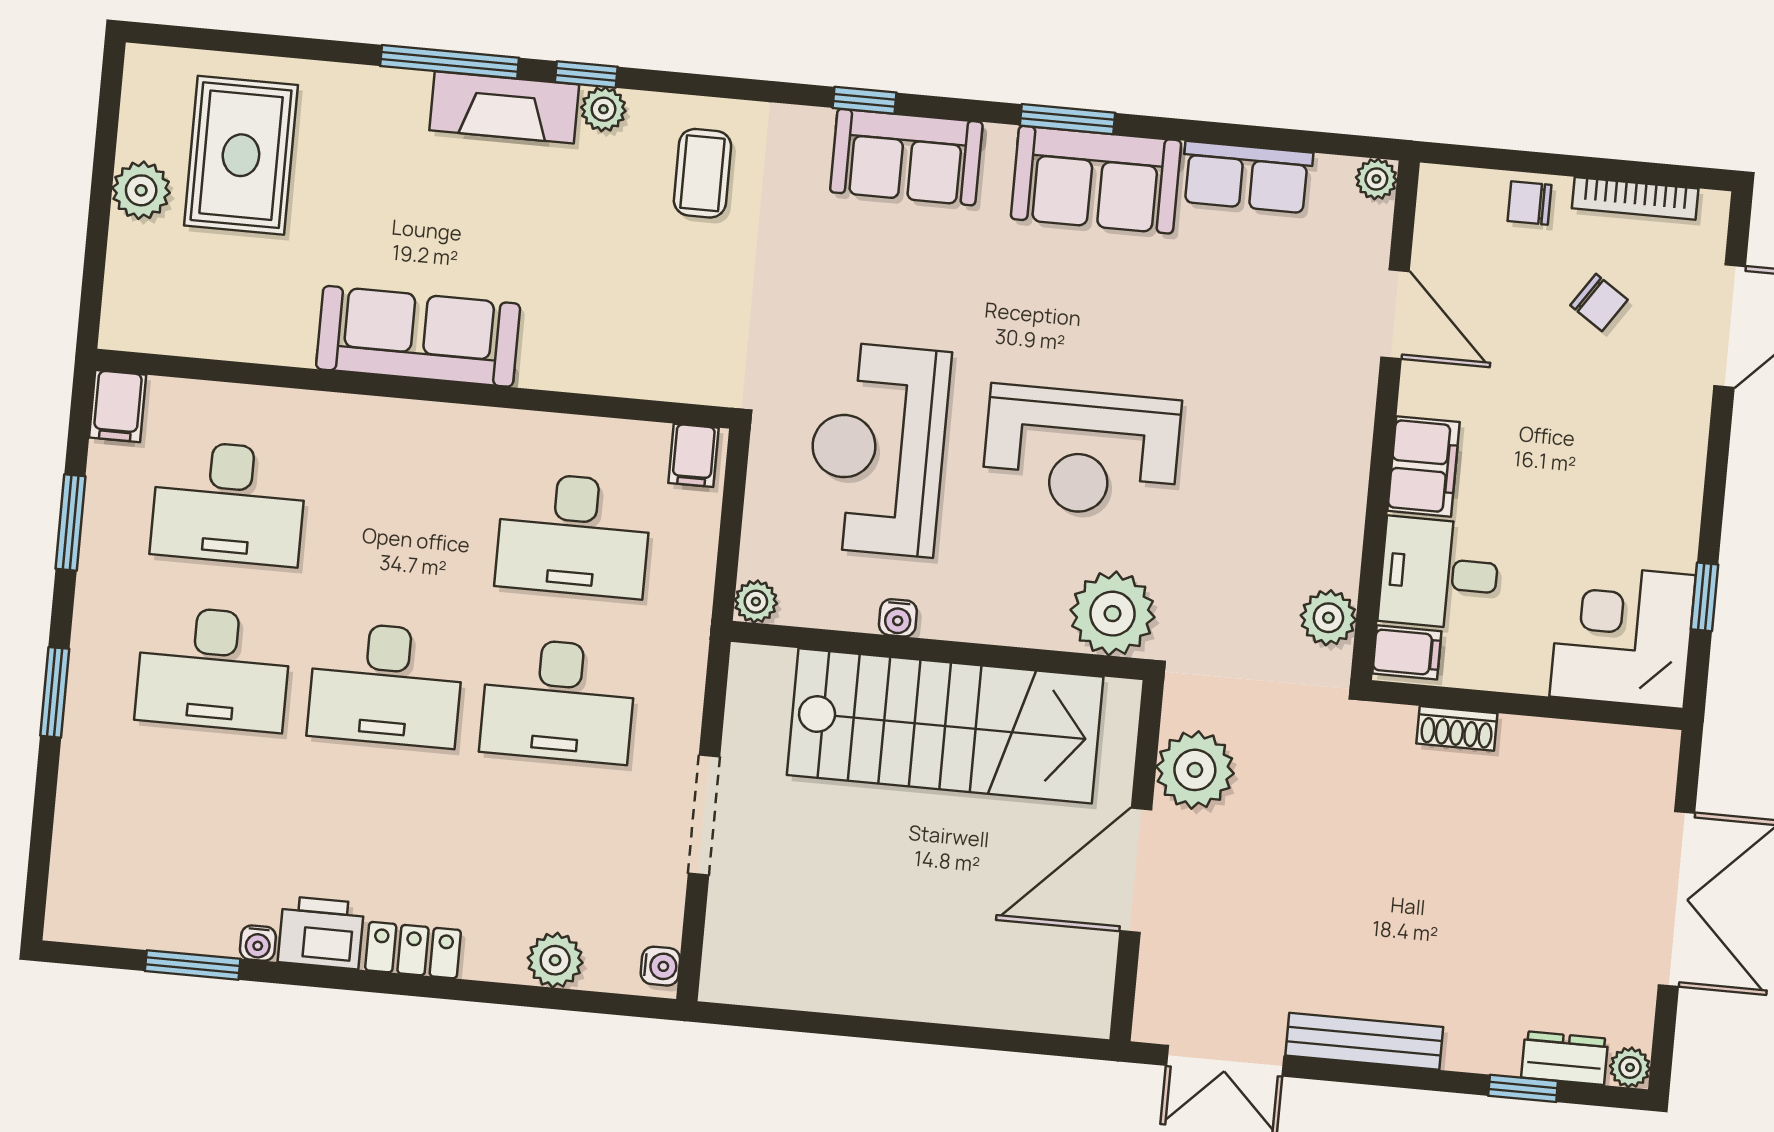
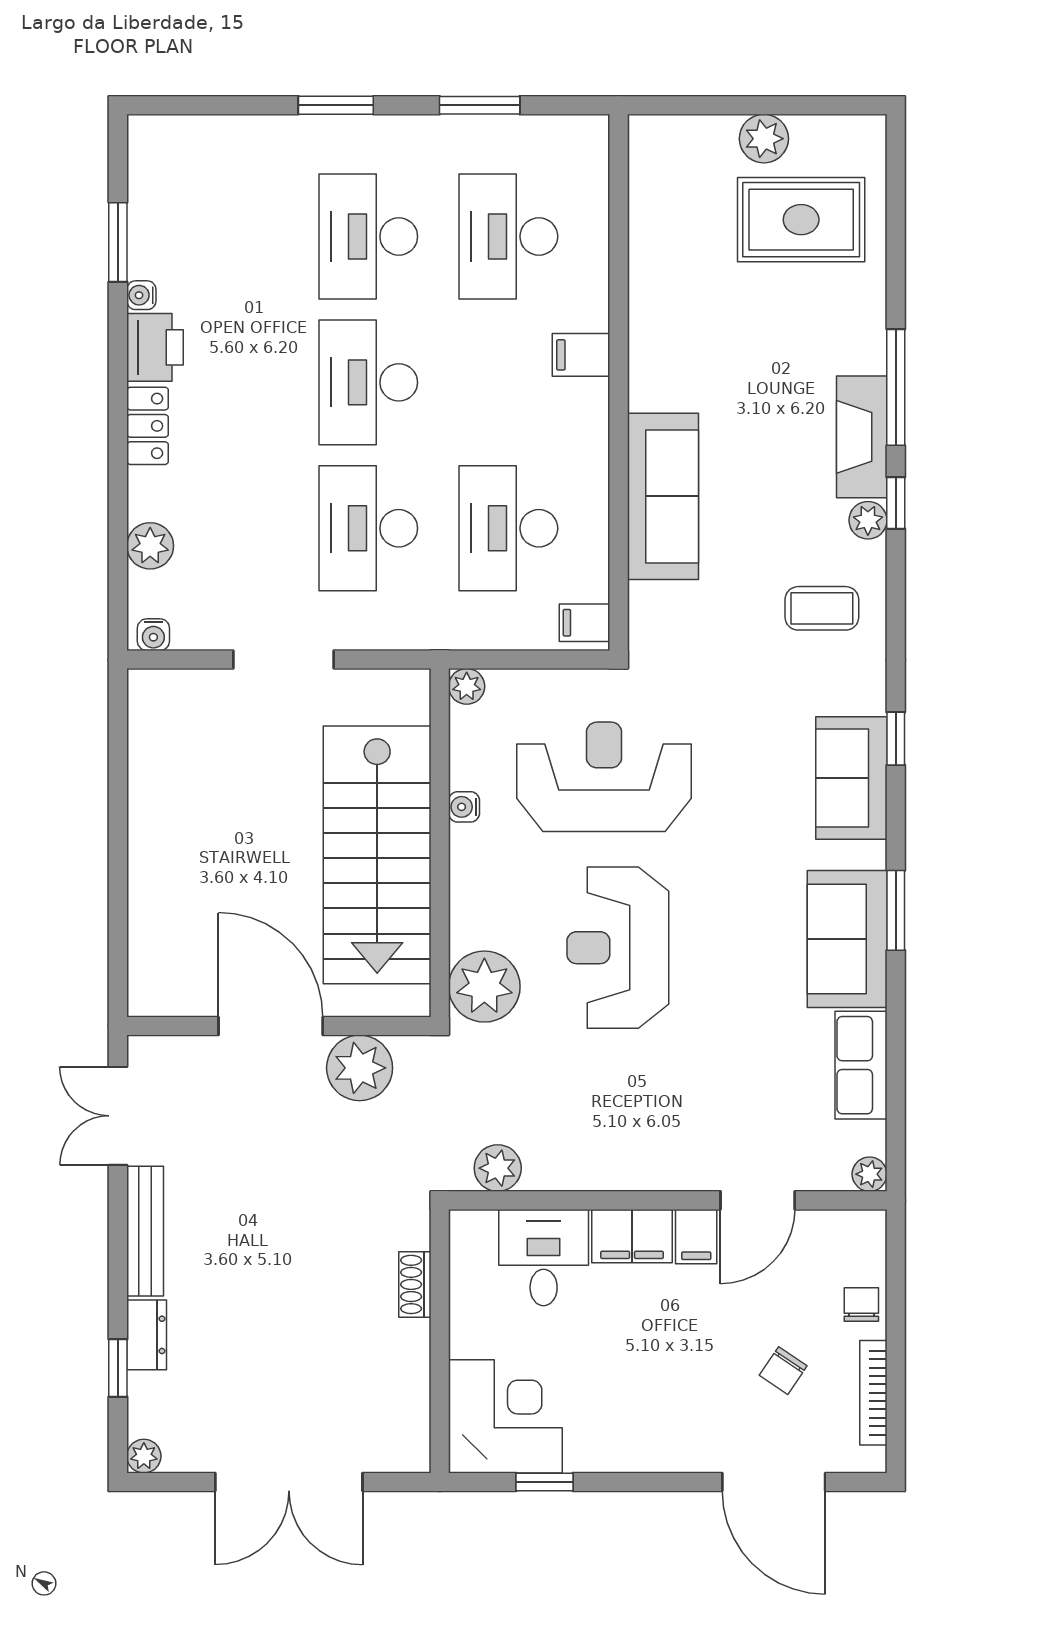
sofa: (418, 336) -> (663, 496), moved
filing cabinet: (118, 406) -> (581, 355), moved
filing cabinet: (1407, 652) -> (696, 1237), moved
dresser: (1565, 1058) -> (147, 1335), moved

